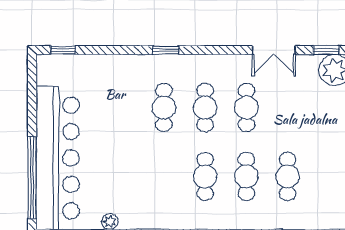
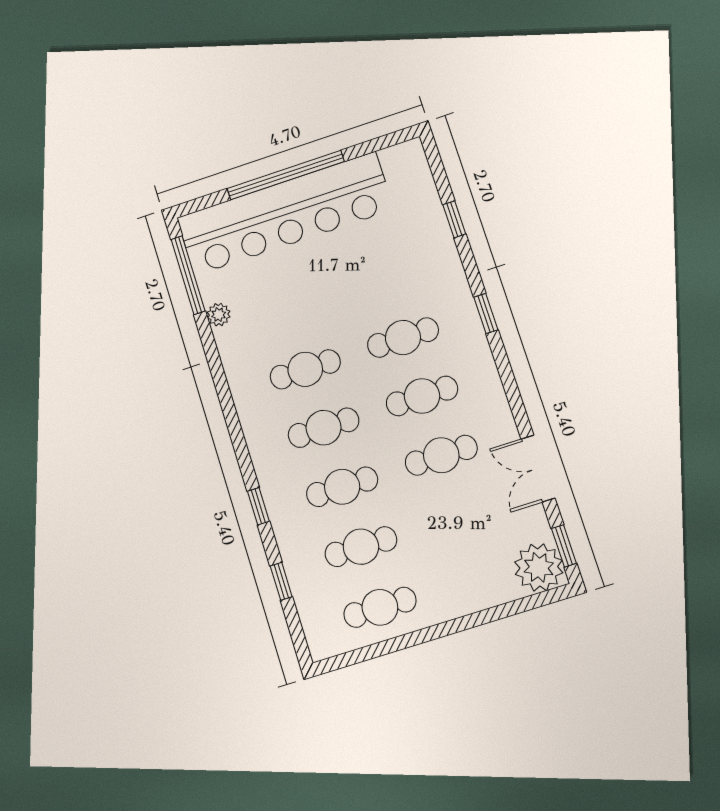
window: (63, 50) -> (454, 219), moved
cafe table: (164, 176) -> (305, 369), added
cafe table: (329, 176) -> (380, 607), added
window: (32, 178) -> (286, 175), moved

